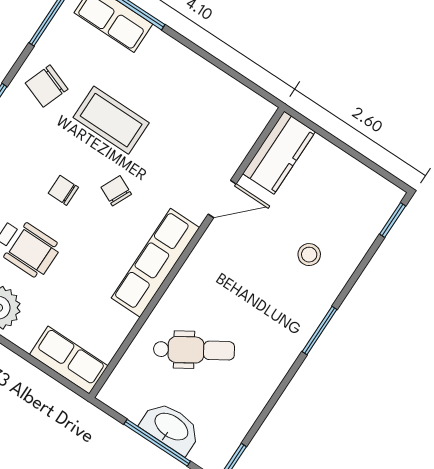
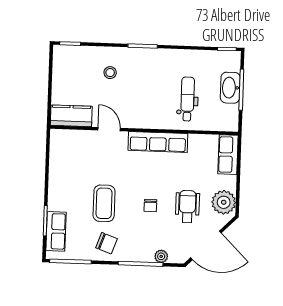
chair: (116, 191) -> (135, 181), removed
dental chair: (194, 350) -> (187, 99), turned 32

